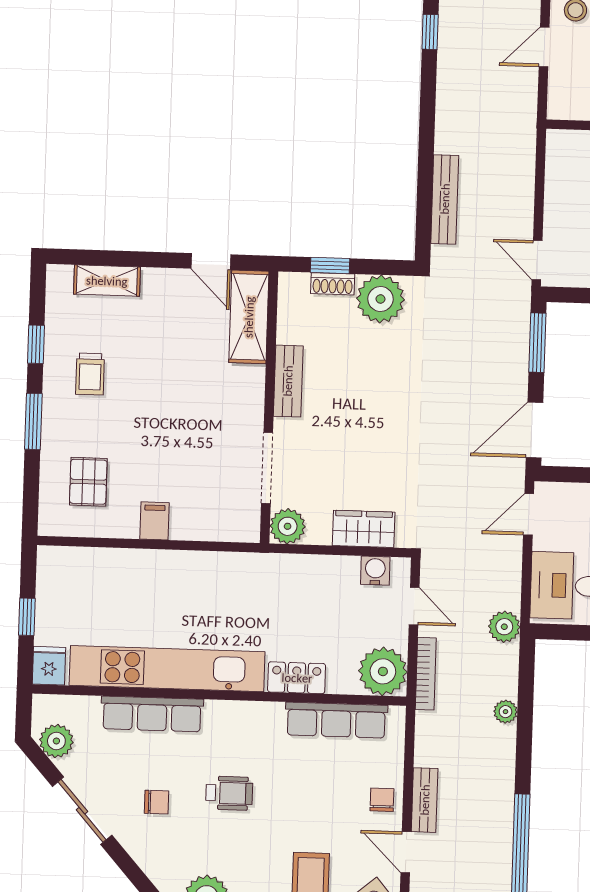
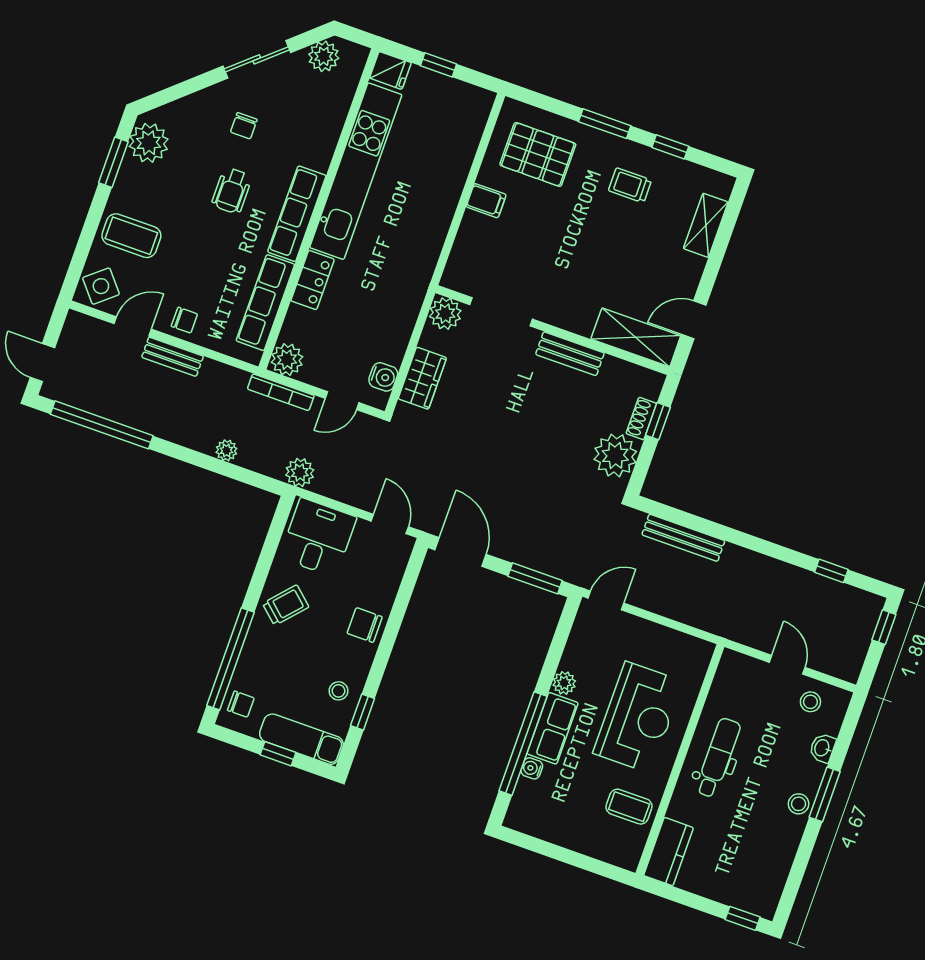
pallet: (88, 482) -> (538, 154), width x1.50, depth x1.42
plant: (383, 671) -> (287, 360), width x0.73, depth x0.73
row of seats: (152, 714) -> (297, 214), moved

